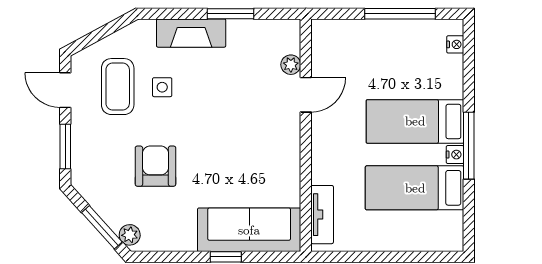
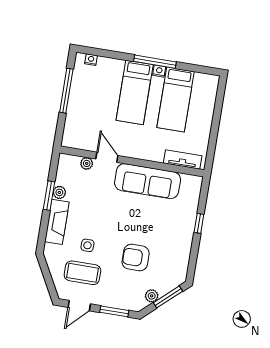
plant: (238, 29) -> (59, 192), added
sofa: (249, 230) -> (148, 181), moved, turned -90
plant: (130, 235) -> (152, 296), moved

